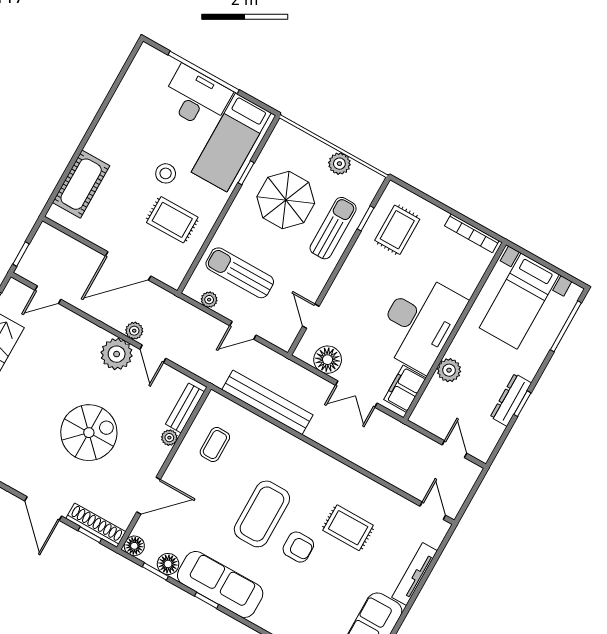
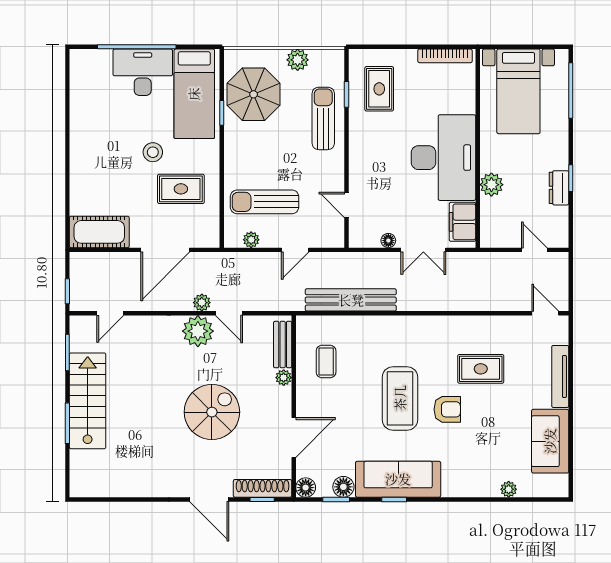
cot: (81, 184) -> (99, 232), moved, turned 90
parasol: (286, 200) -> (254, 94), moved
floor lamp: (328, 360) -> (388, 241), width x0.53, depth x0.53
dresser: (511, 400) -> (559, 188), width x0.70

